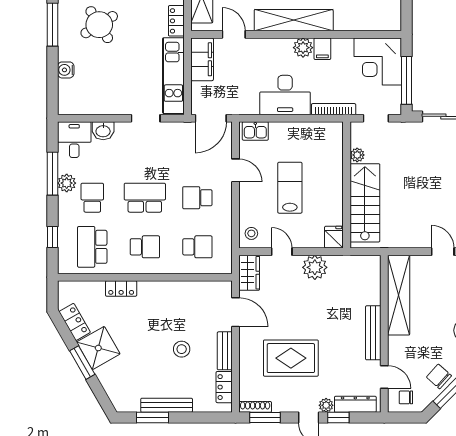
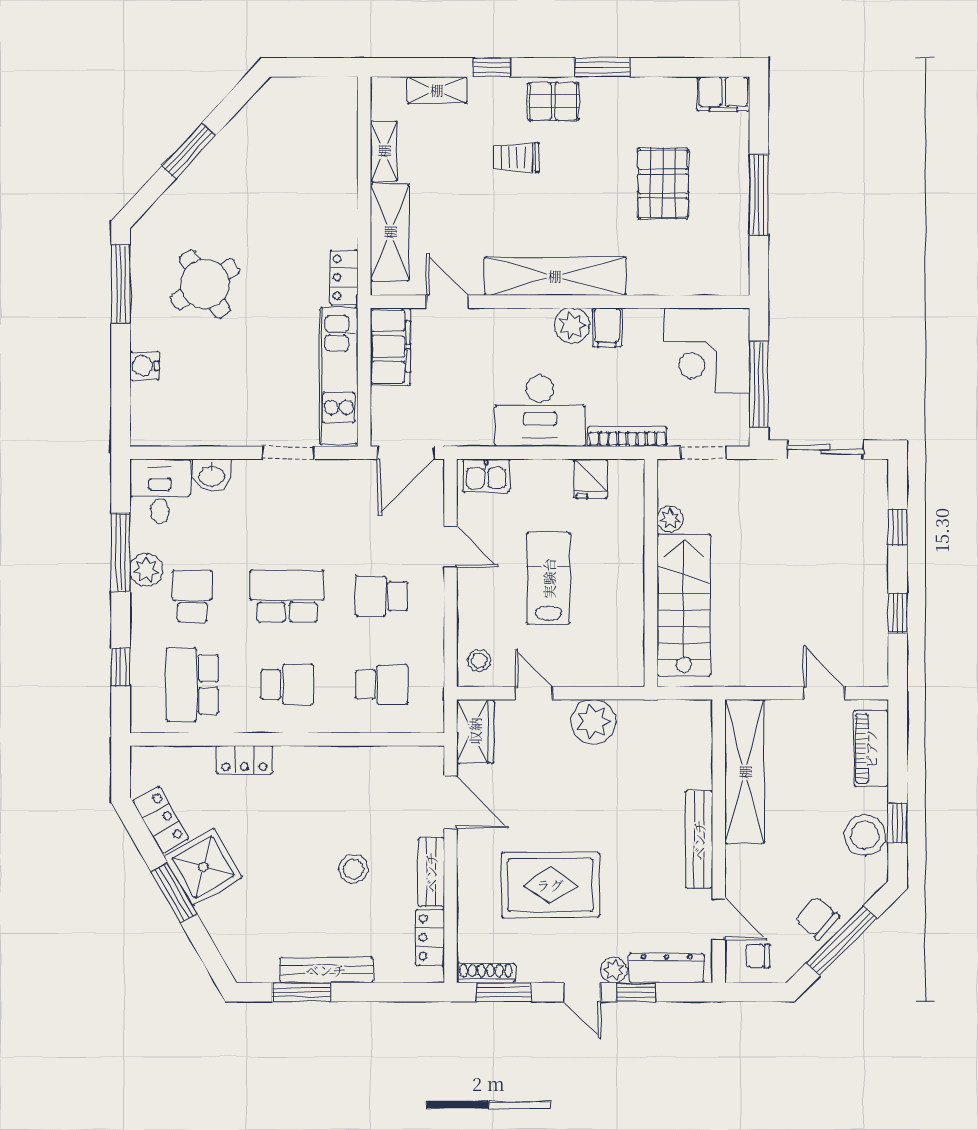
fridge: (334, 237) -> (591, 479), moved, turned 180

